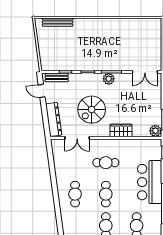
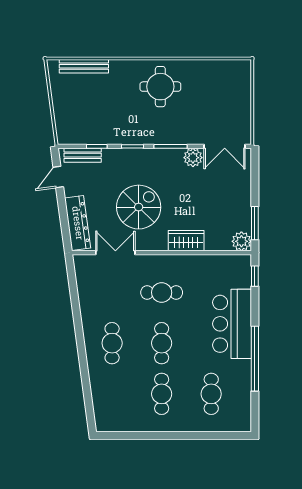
round table: (105, 35) -> (160, 87), added
plant: (109, 79) -> (193, 158), moved
door: (42, 91) -> (58, 177), hinge flipped
spiral stairs: (92, 110) -> (139, 207), turned 180
double door: (77, 138) -> (115, 253), swing flipped

